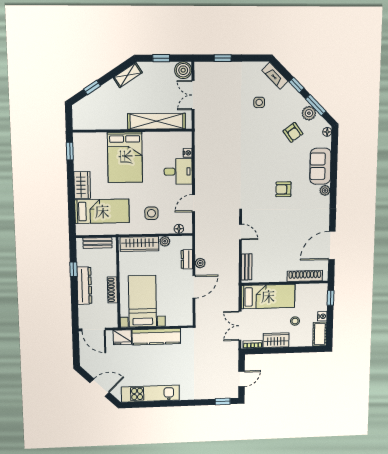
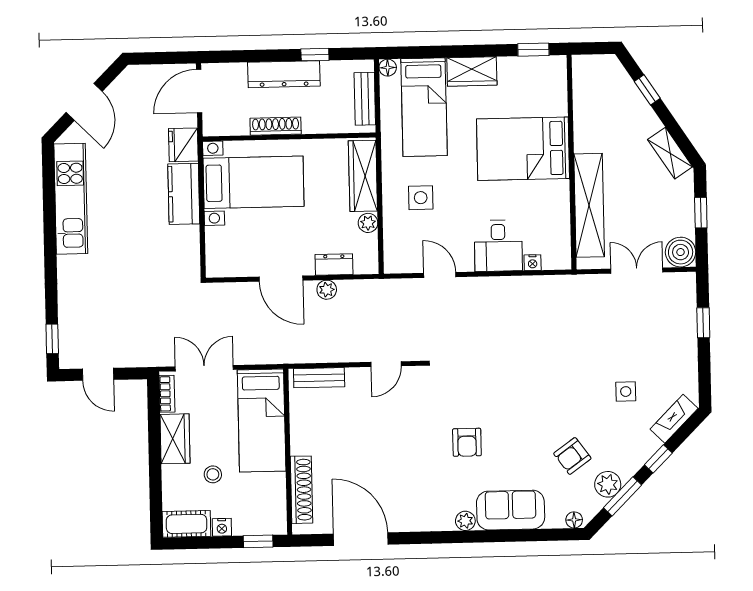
armchair: (283, 189) -> (467, 442), turned 180
floor lamp: (179, 229) -> (388, 68), moved
kitchen counter: (156, 337) -> (184, 194), width x0.67

